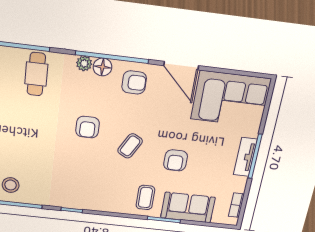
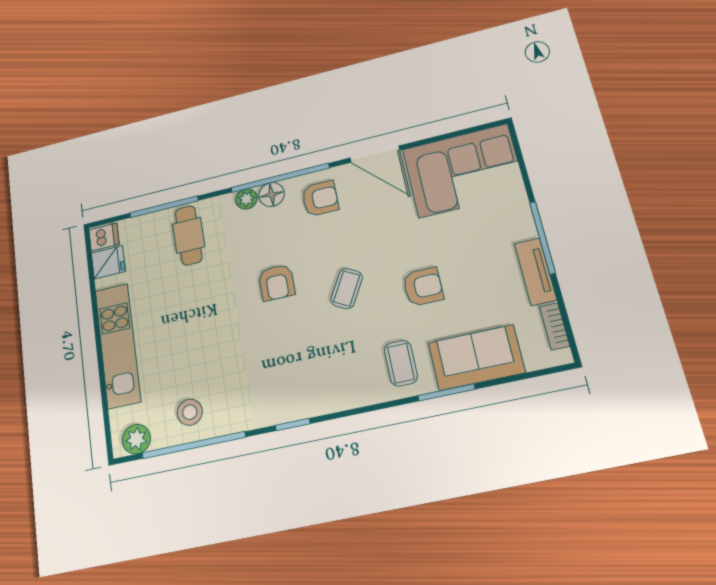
tv unit: (245, 157) -> (535, 272), moved
armchair: (176, 160) -> (423, 287), turned -90

